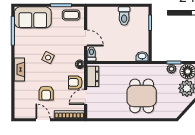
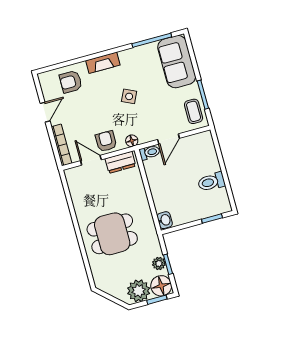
armchair: (46, 93) -> (71, 82), moved

